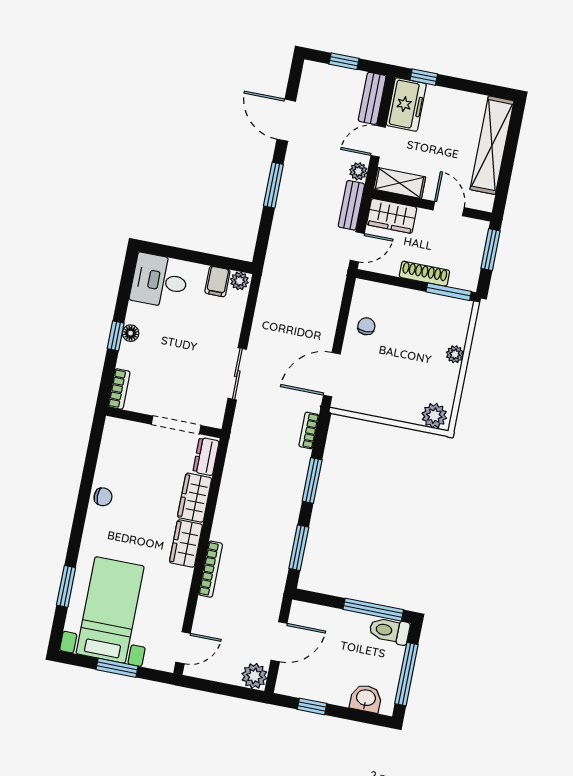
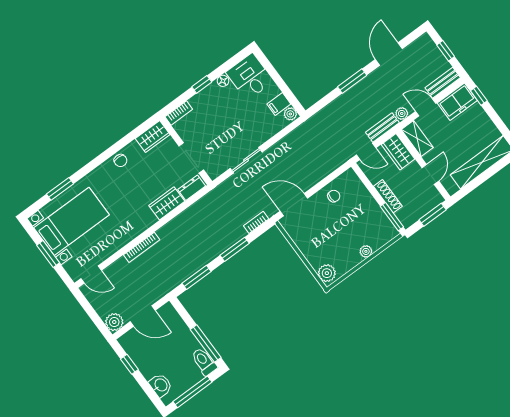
floor lamp: (131, 333) -> (223, 81), moved
wardrobe: (186, 543) -> (153, 137), moved, turned 180

